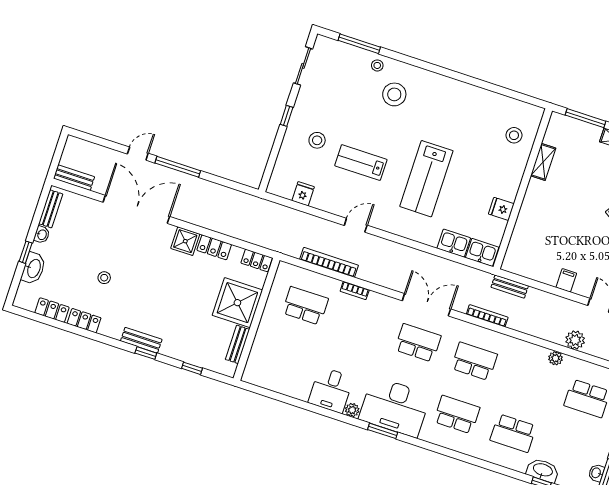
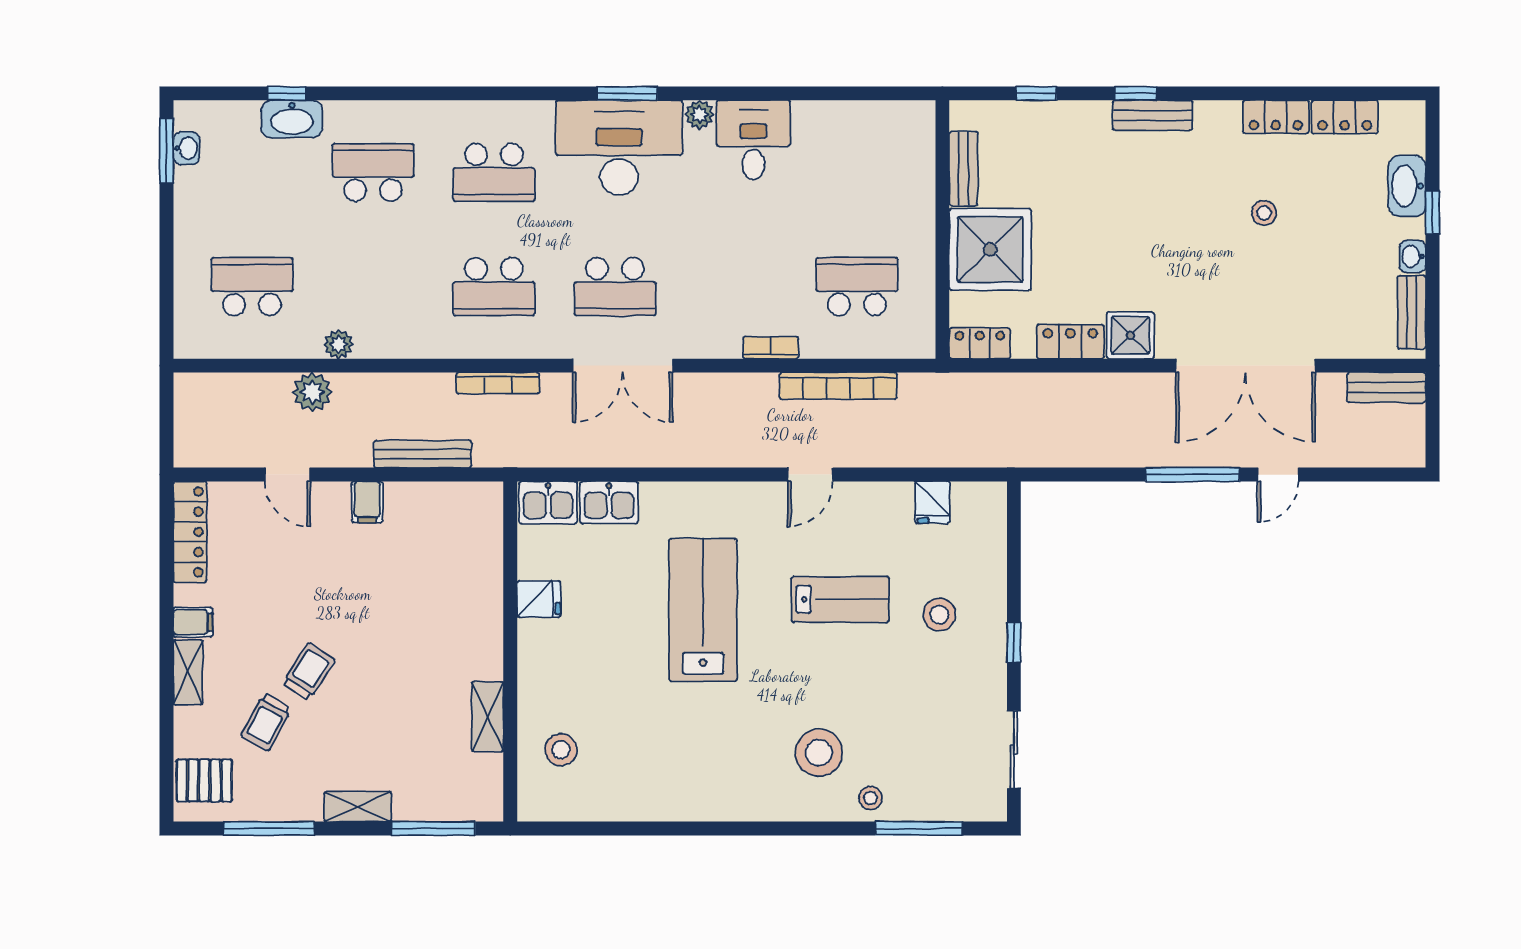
bench: (510, 287) -> (423, 454), moved, width x1.36
school desk: (305, 306) -> (857, 287), turned 180

